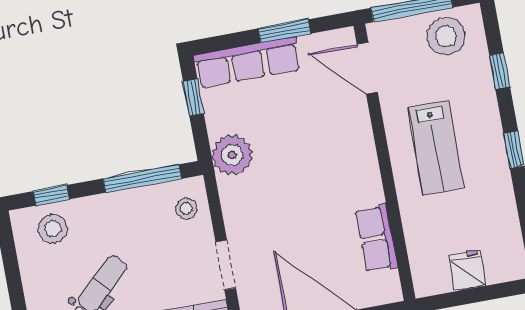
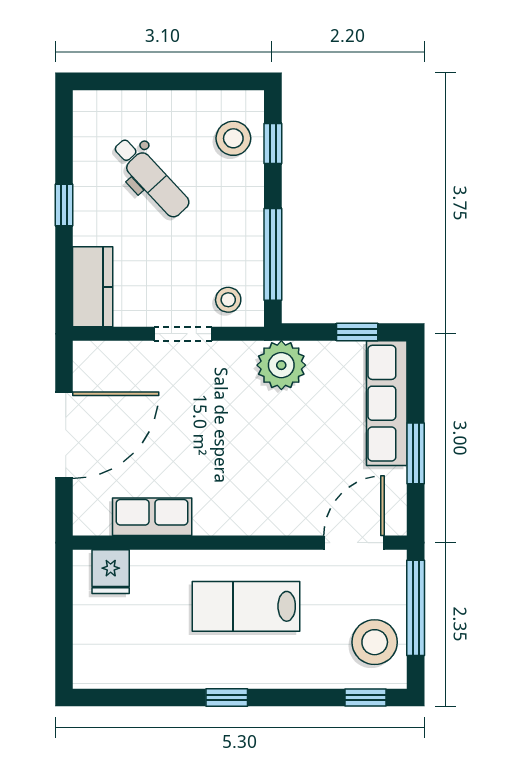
window: (500, 71) -> (365, 698), moved
doorway: (226, 265) -> (183, 334), moved
fridge: (467, 270) -> (111, 572), moved, turned 90

